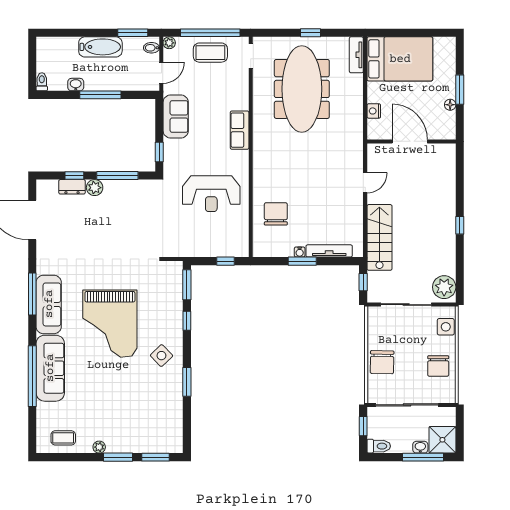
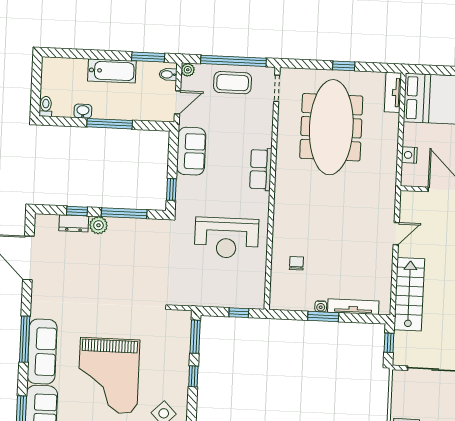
chair: (276, 214) -> (296, 263), width x0.54, depth x0.54

